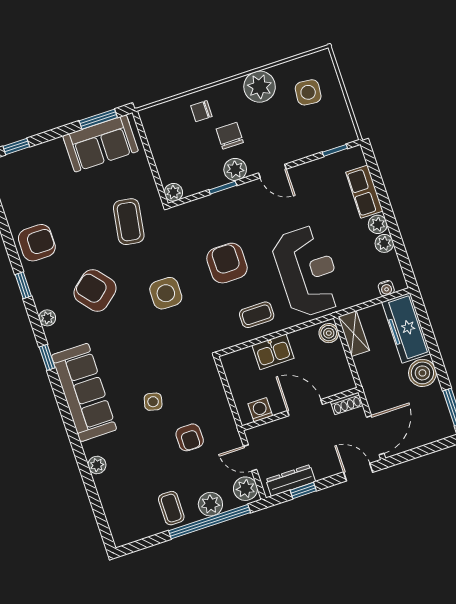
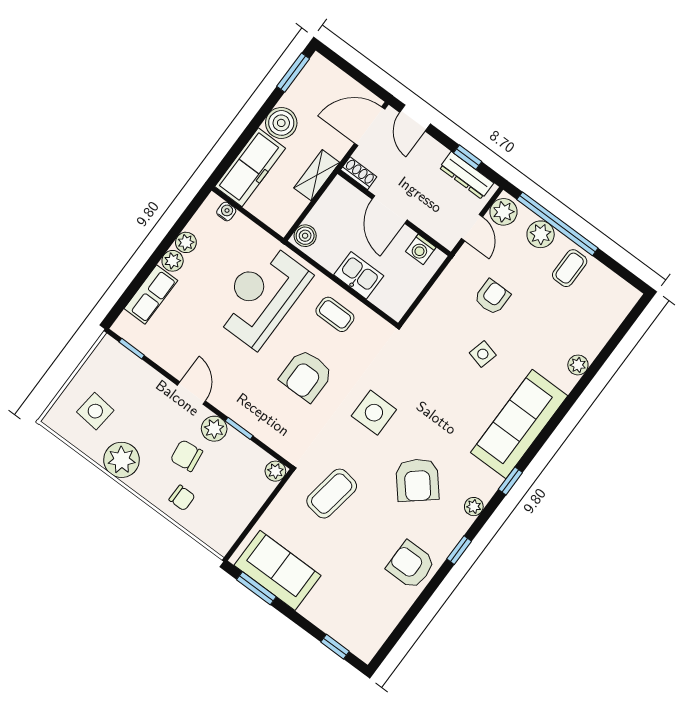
chair: (230, 136) -> (186, 456), turned 83
shelving: (354, 334) -> (317, 175), moved

